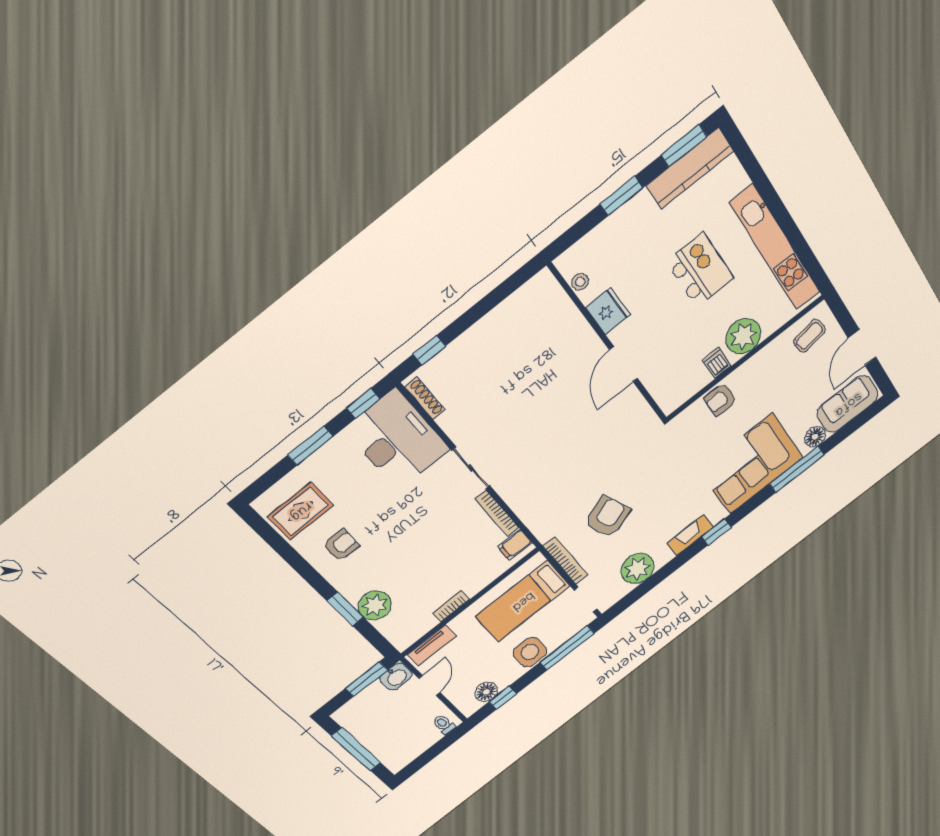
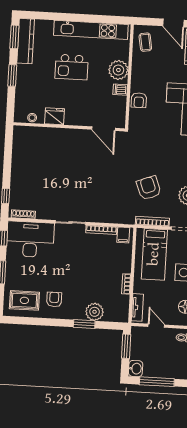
kitchen island: (700, 270) -> (72, 67), turned 180
door: (623, 364) -> (103, 129), moved
rug: (301, 511) -> (24, 300), turned 90
washbasin: (396, 677) -> (136, 369), moved

